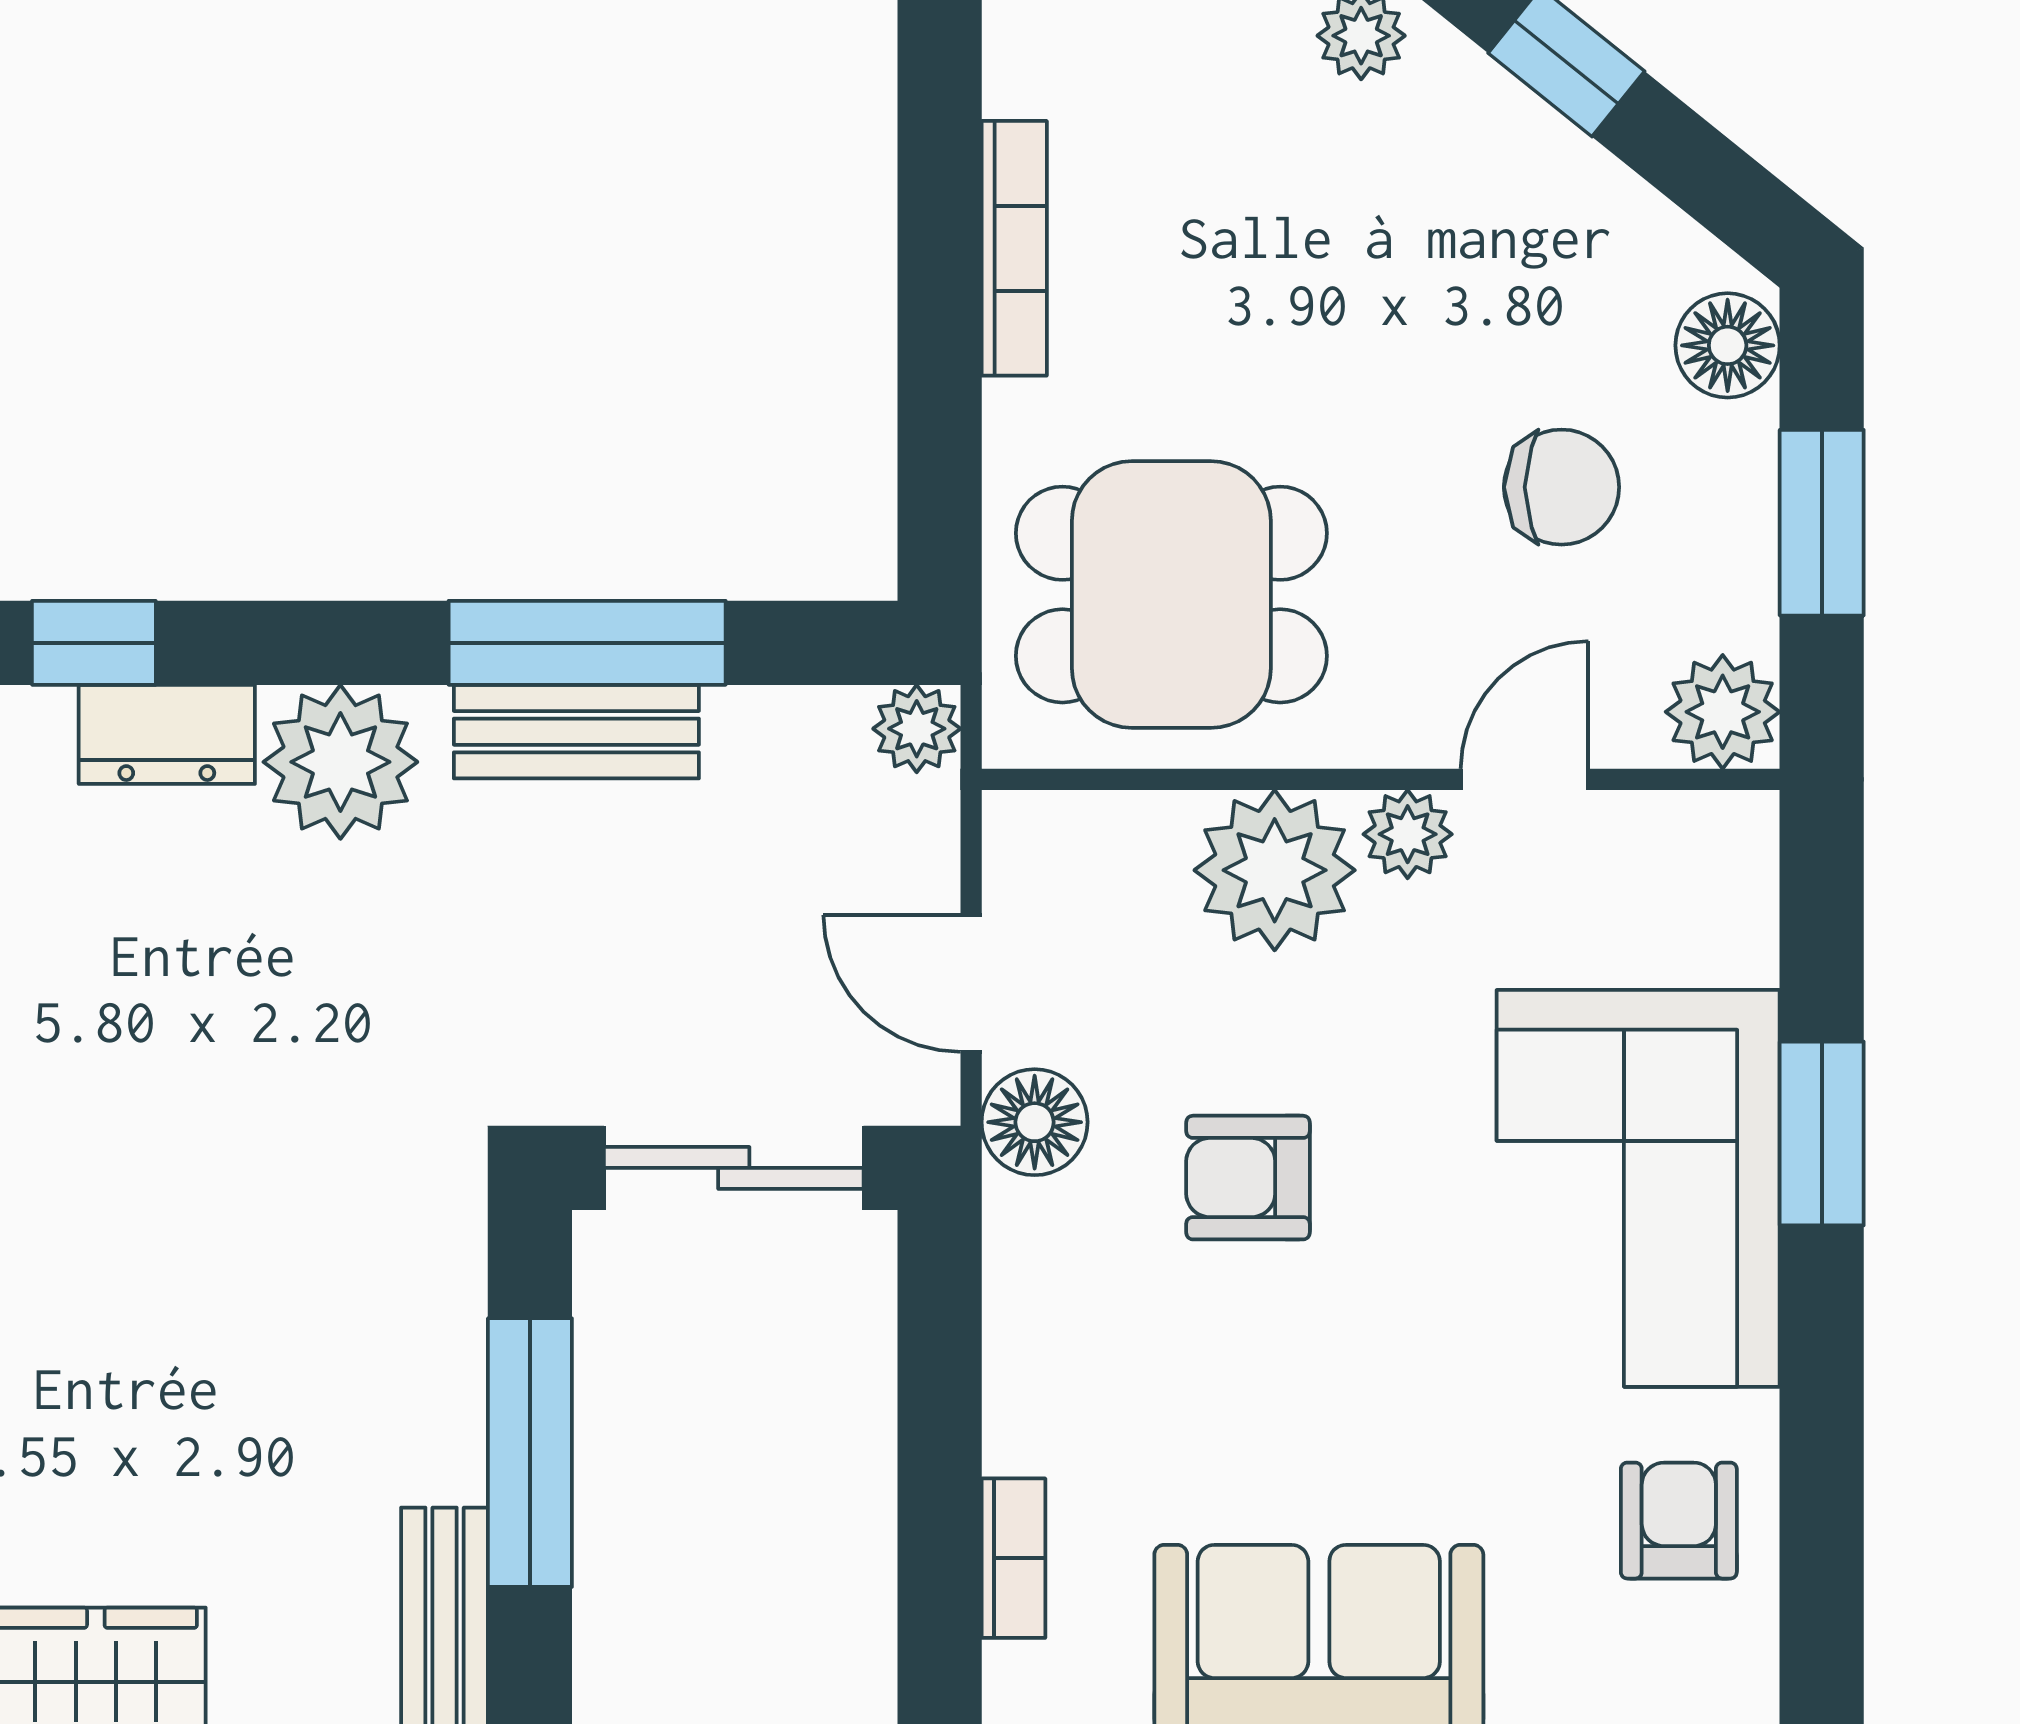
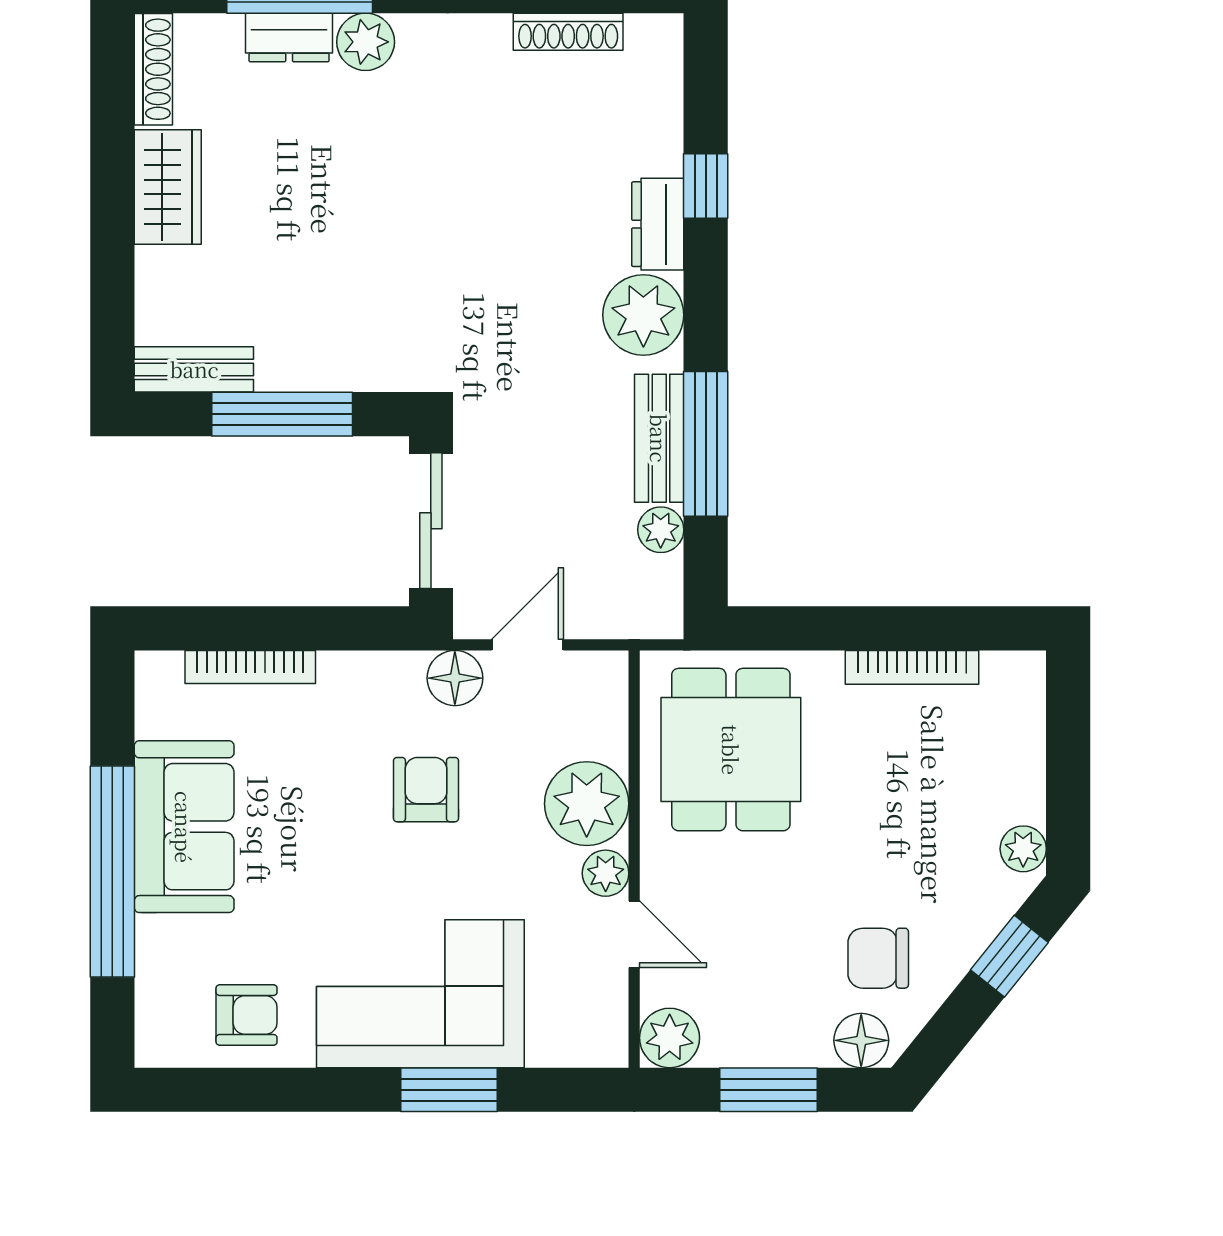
chair: (1562, 487) -> (878, 958), moved, turned 90
plant: (917, 729) -> (661, 530), moved
bookcase: (1013, 1558) -> (250, 667), width x1.56

